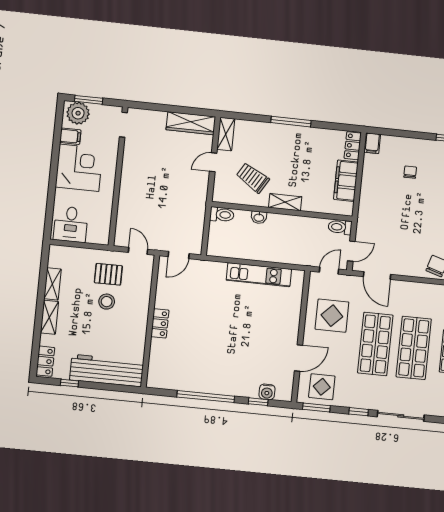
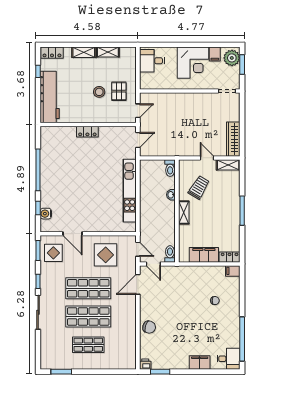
door: (179, 255) -> (138, 140), swing flipped
kitchen unit: (259, 275) -> (130, 191), width x1.36

